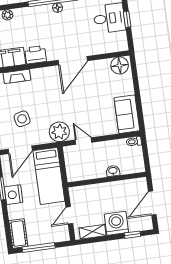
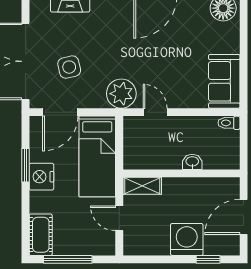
door: (69, 215) -> (119, 218), hinge flipped
shelving: (93, 232) -> (142, 186), moved

